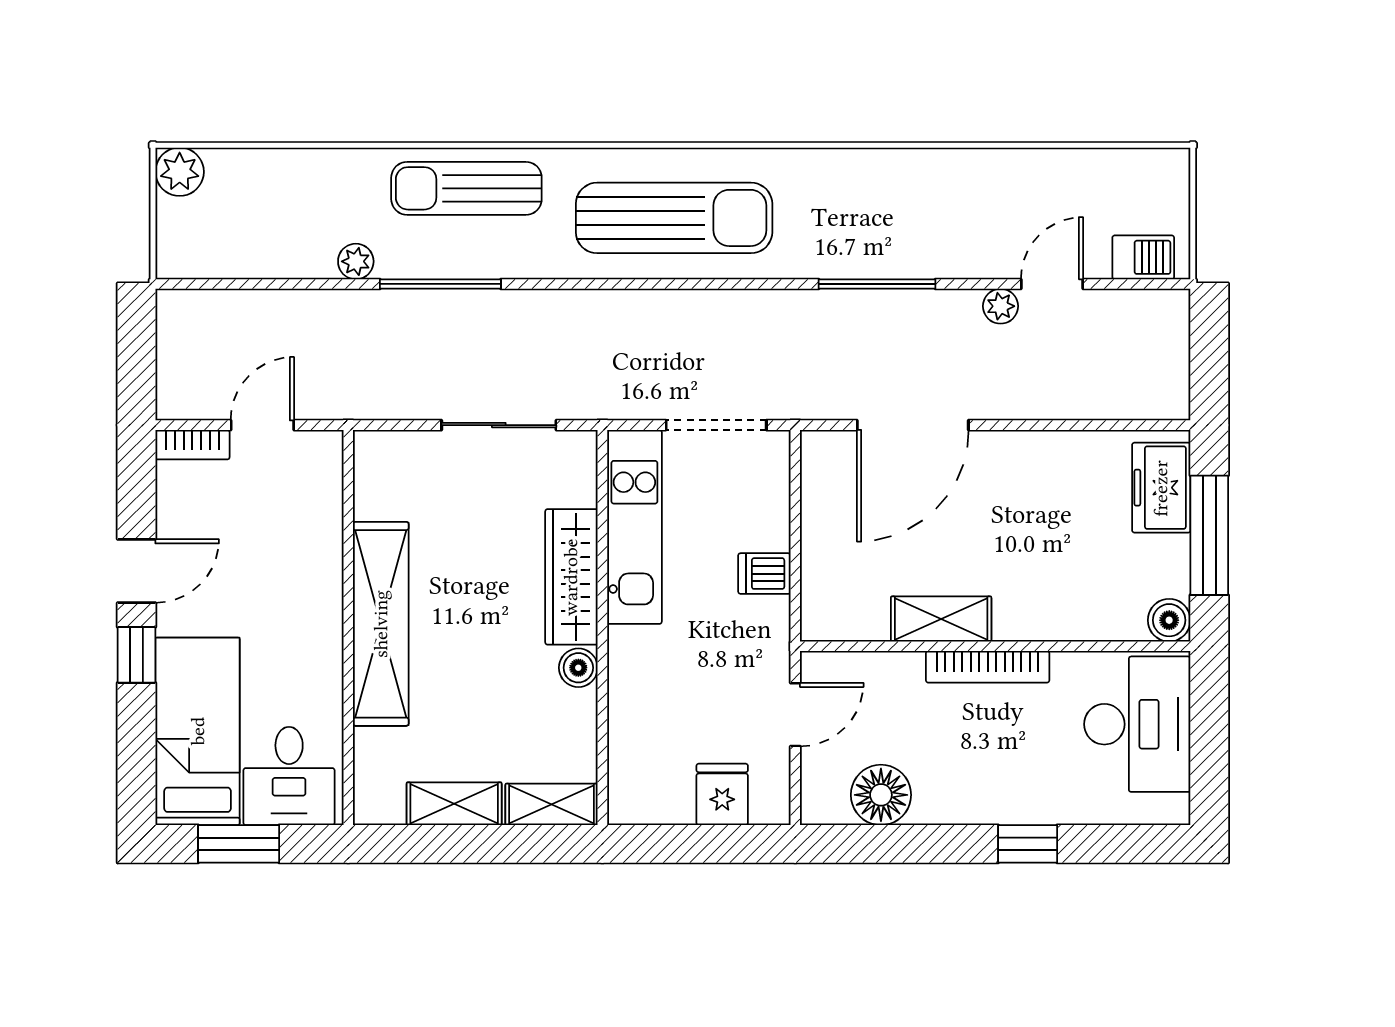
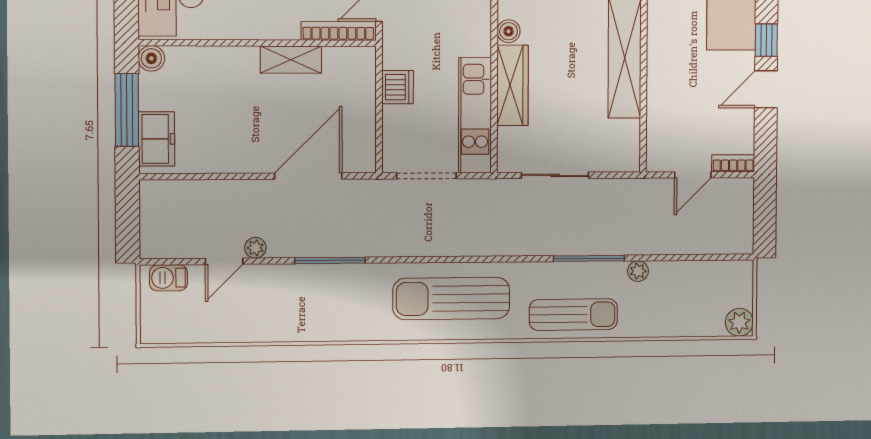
dishwasher: (764, 574) -> (398, 87), width x1.38
bookcase: (988, 667) -> (338, 31), moved

